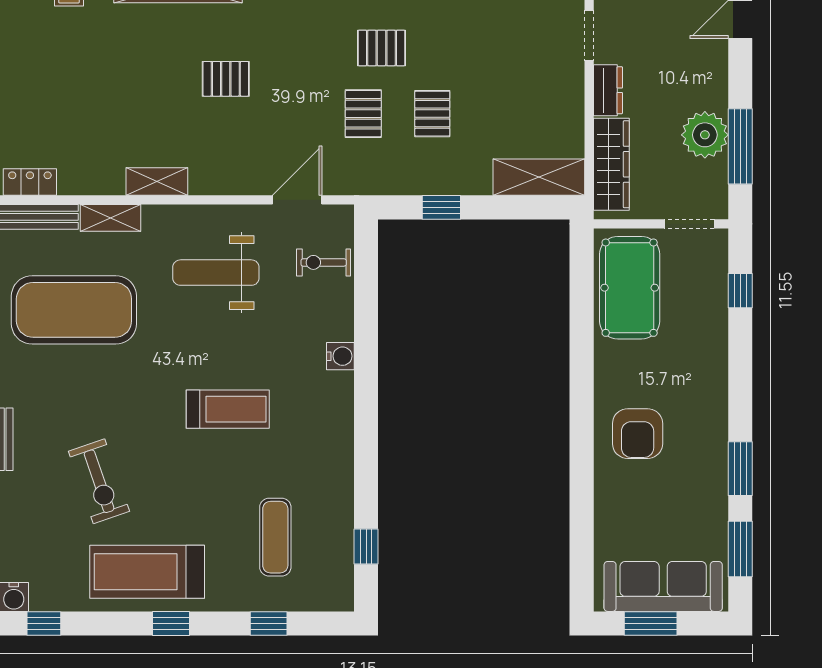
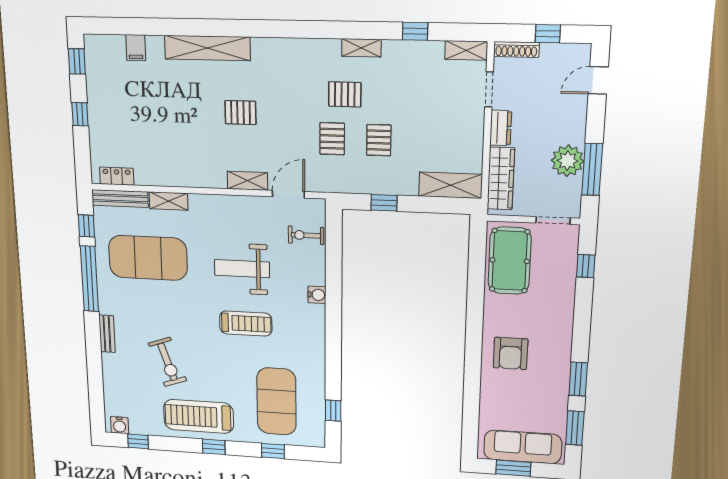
shelving: (157, 182) -> (247, 181), moved
weight bench: (216, 273) -> (242, 269), moved
exercise mat: (275, 537) -> (277, 401), width x2.00, depth x1.45

